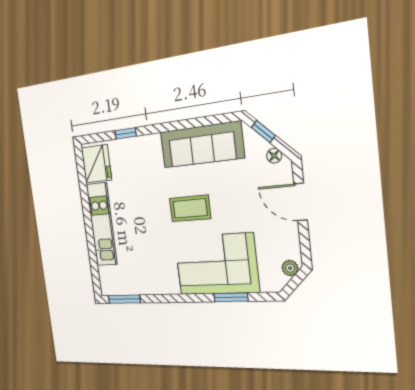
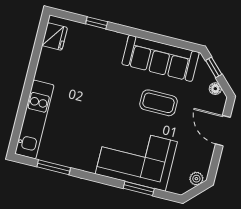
fridge: (96, 164) -> (55, 36), width x0.73, depth x0.75
coffee table: (190, 208) -> (159, 103), moved
kitchen unit: (102, 224) -> (34, 119), moved
window: (124, 299) -> (54, 167), moved

